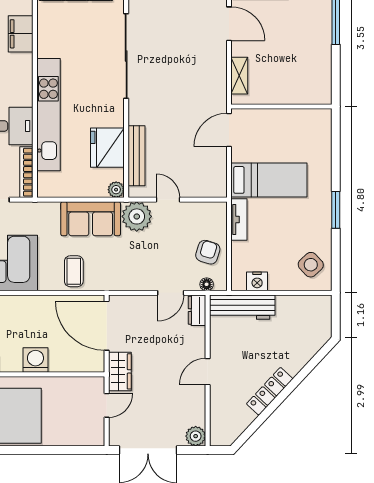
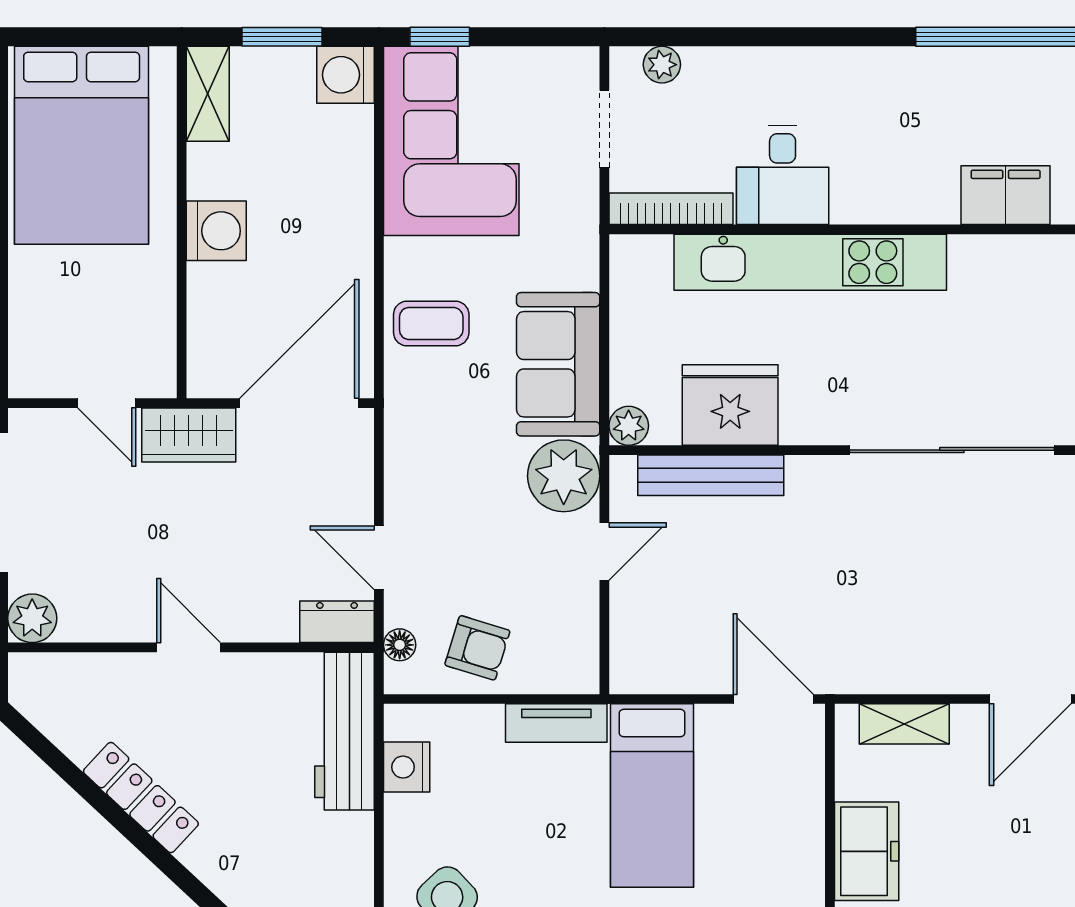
freezer: (292, 91) -> (867, 851), added

